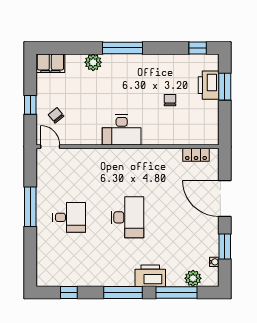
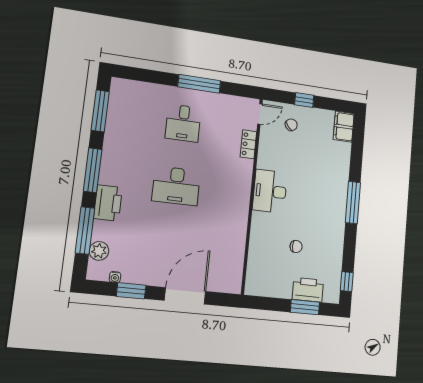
plant: (93, 62) -> (341, 170), removed
locker: (196, 155) -> (248, 144), moved
window: (69, 292) -> (100, 111), width x2.17

